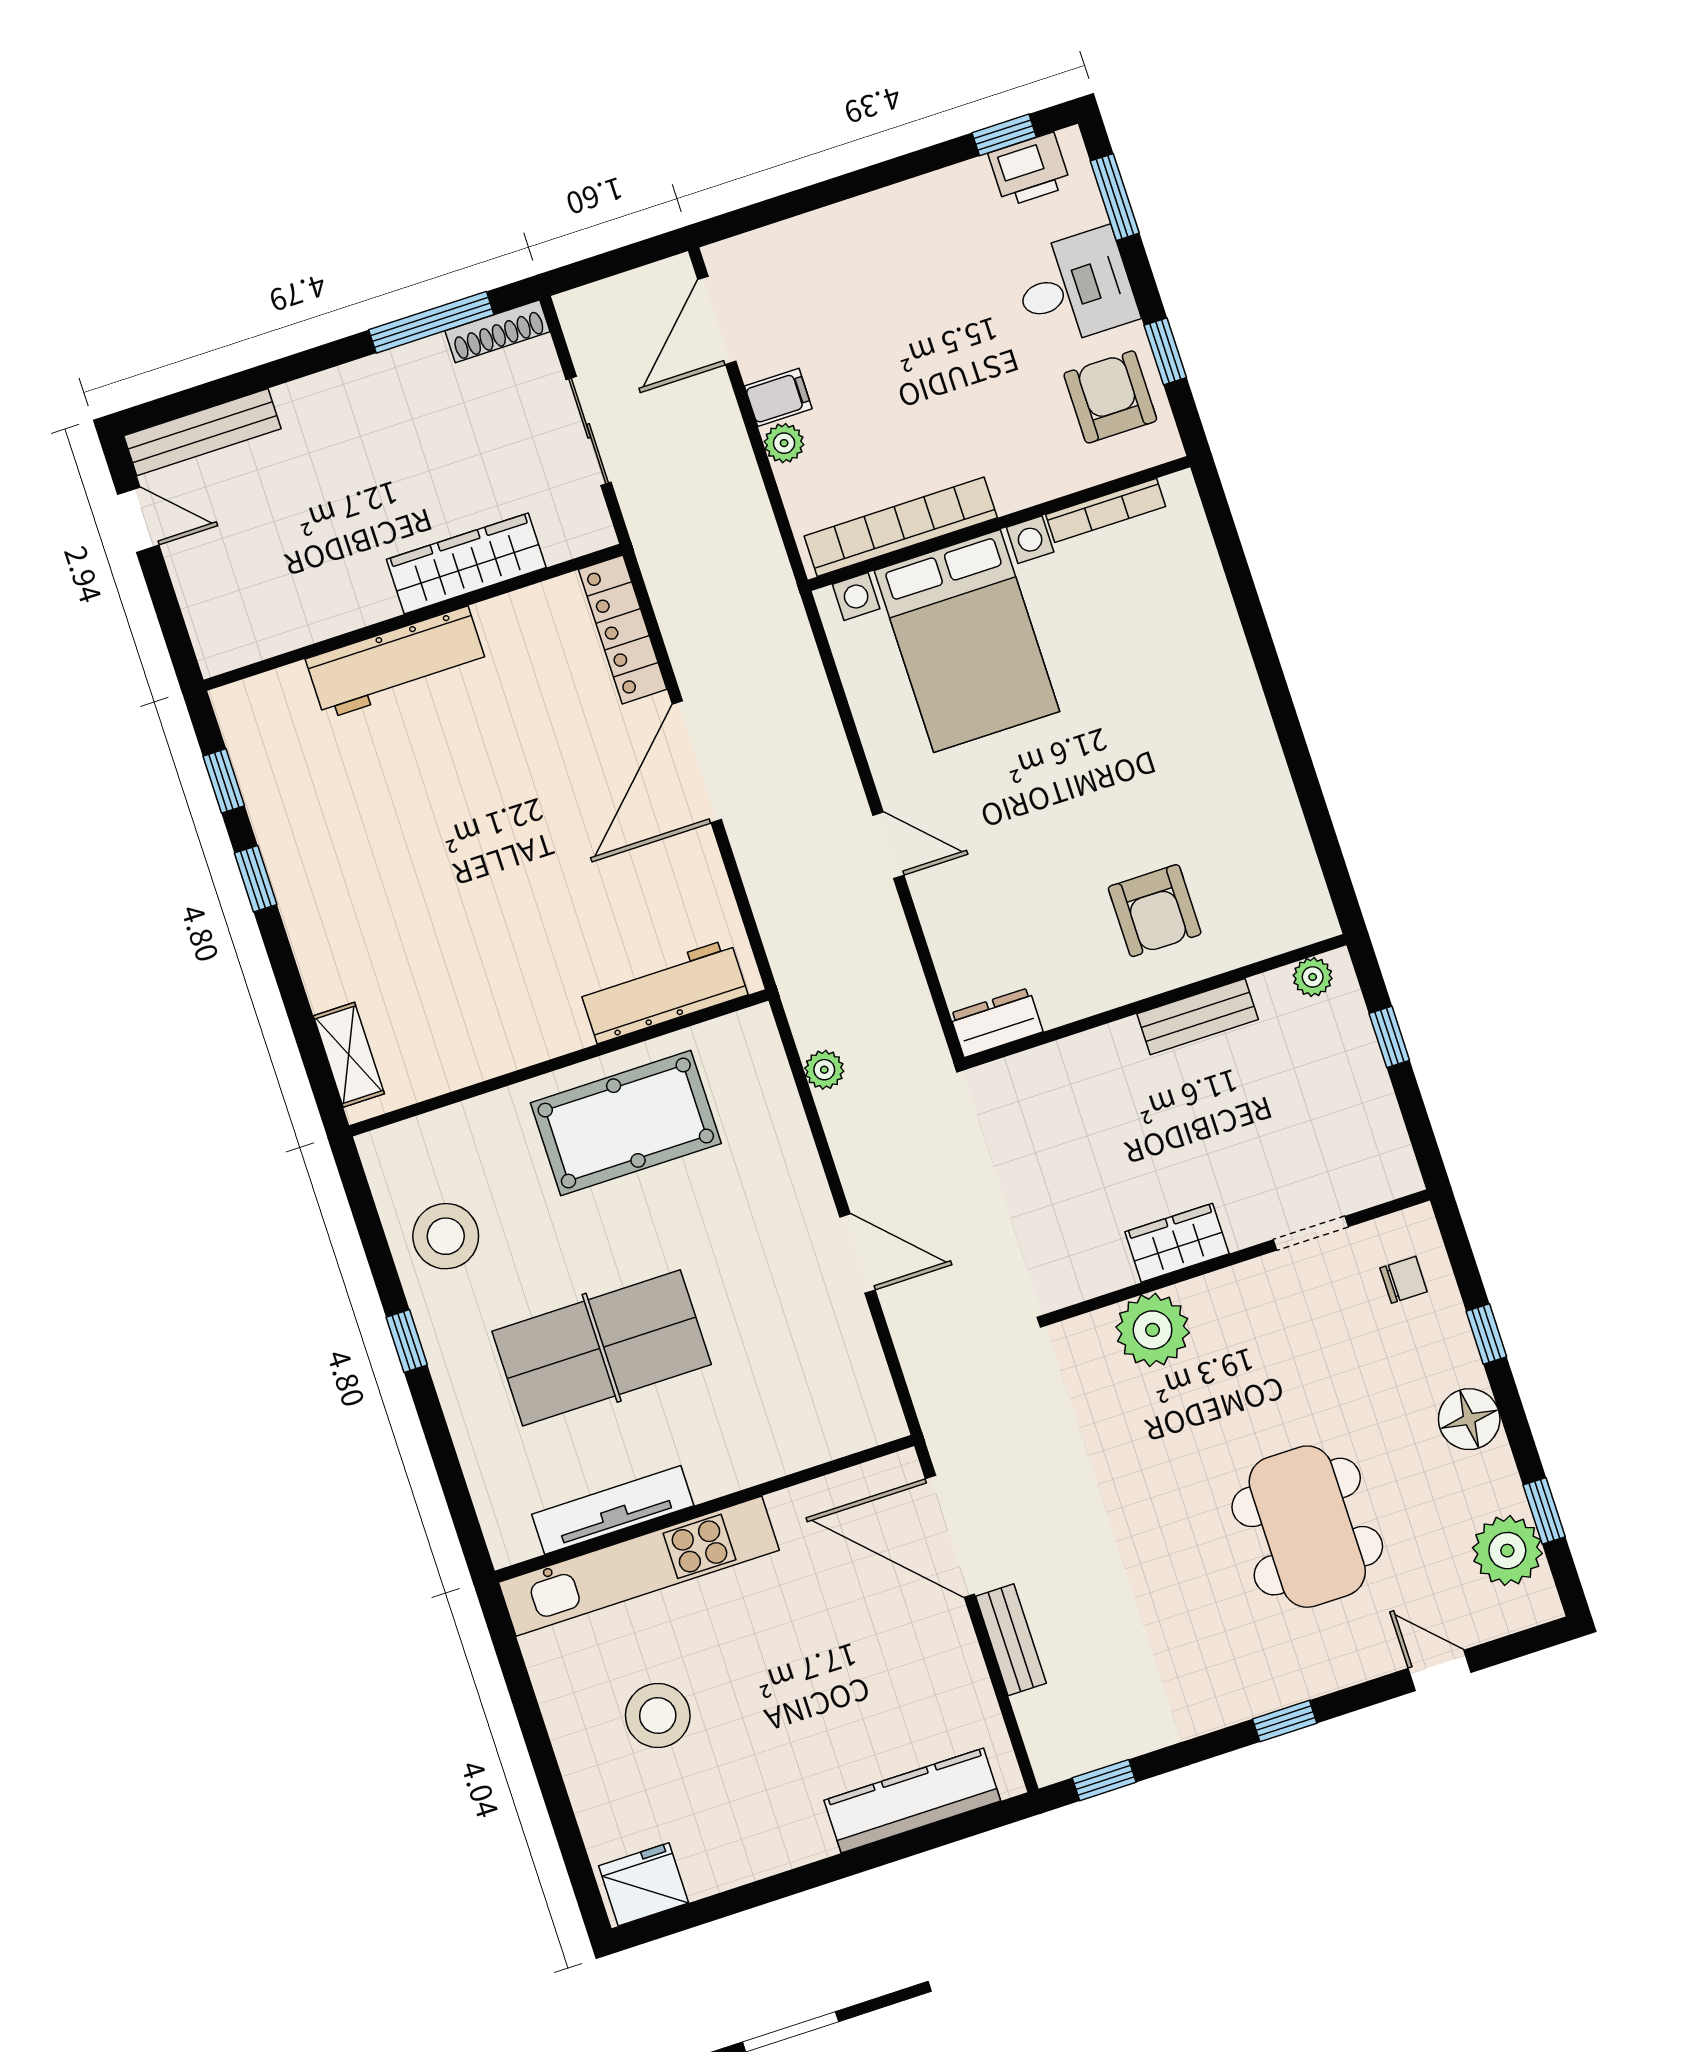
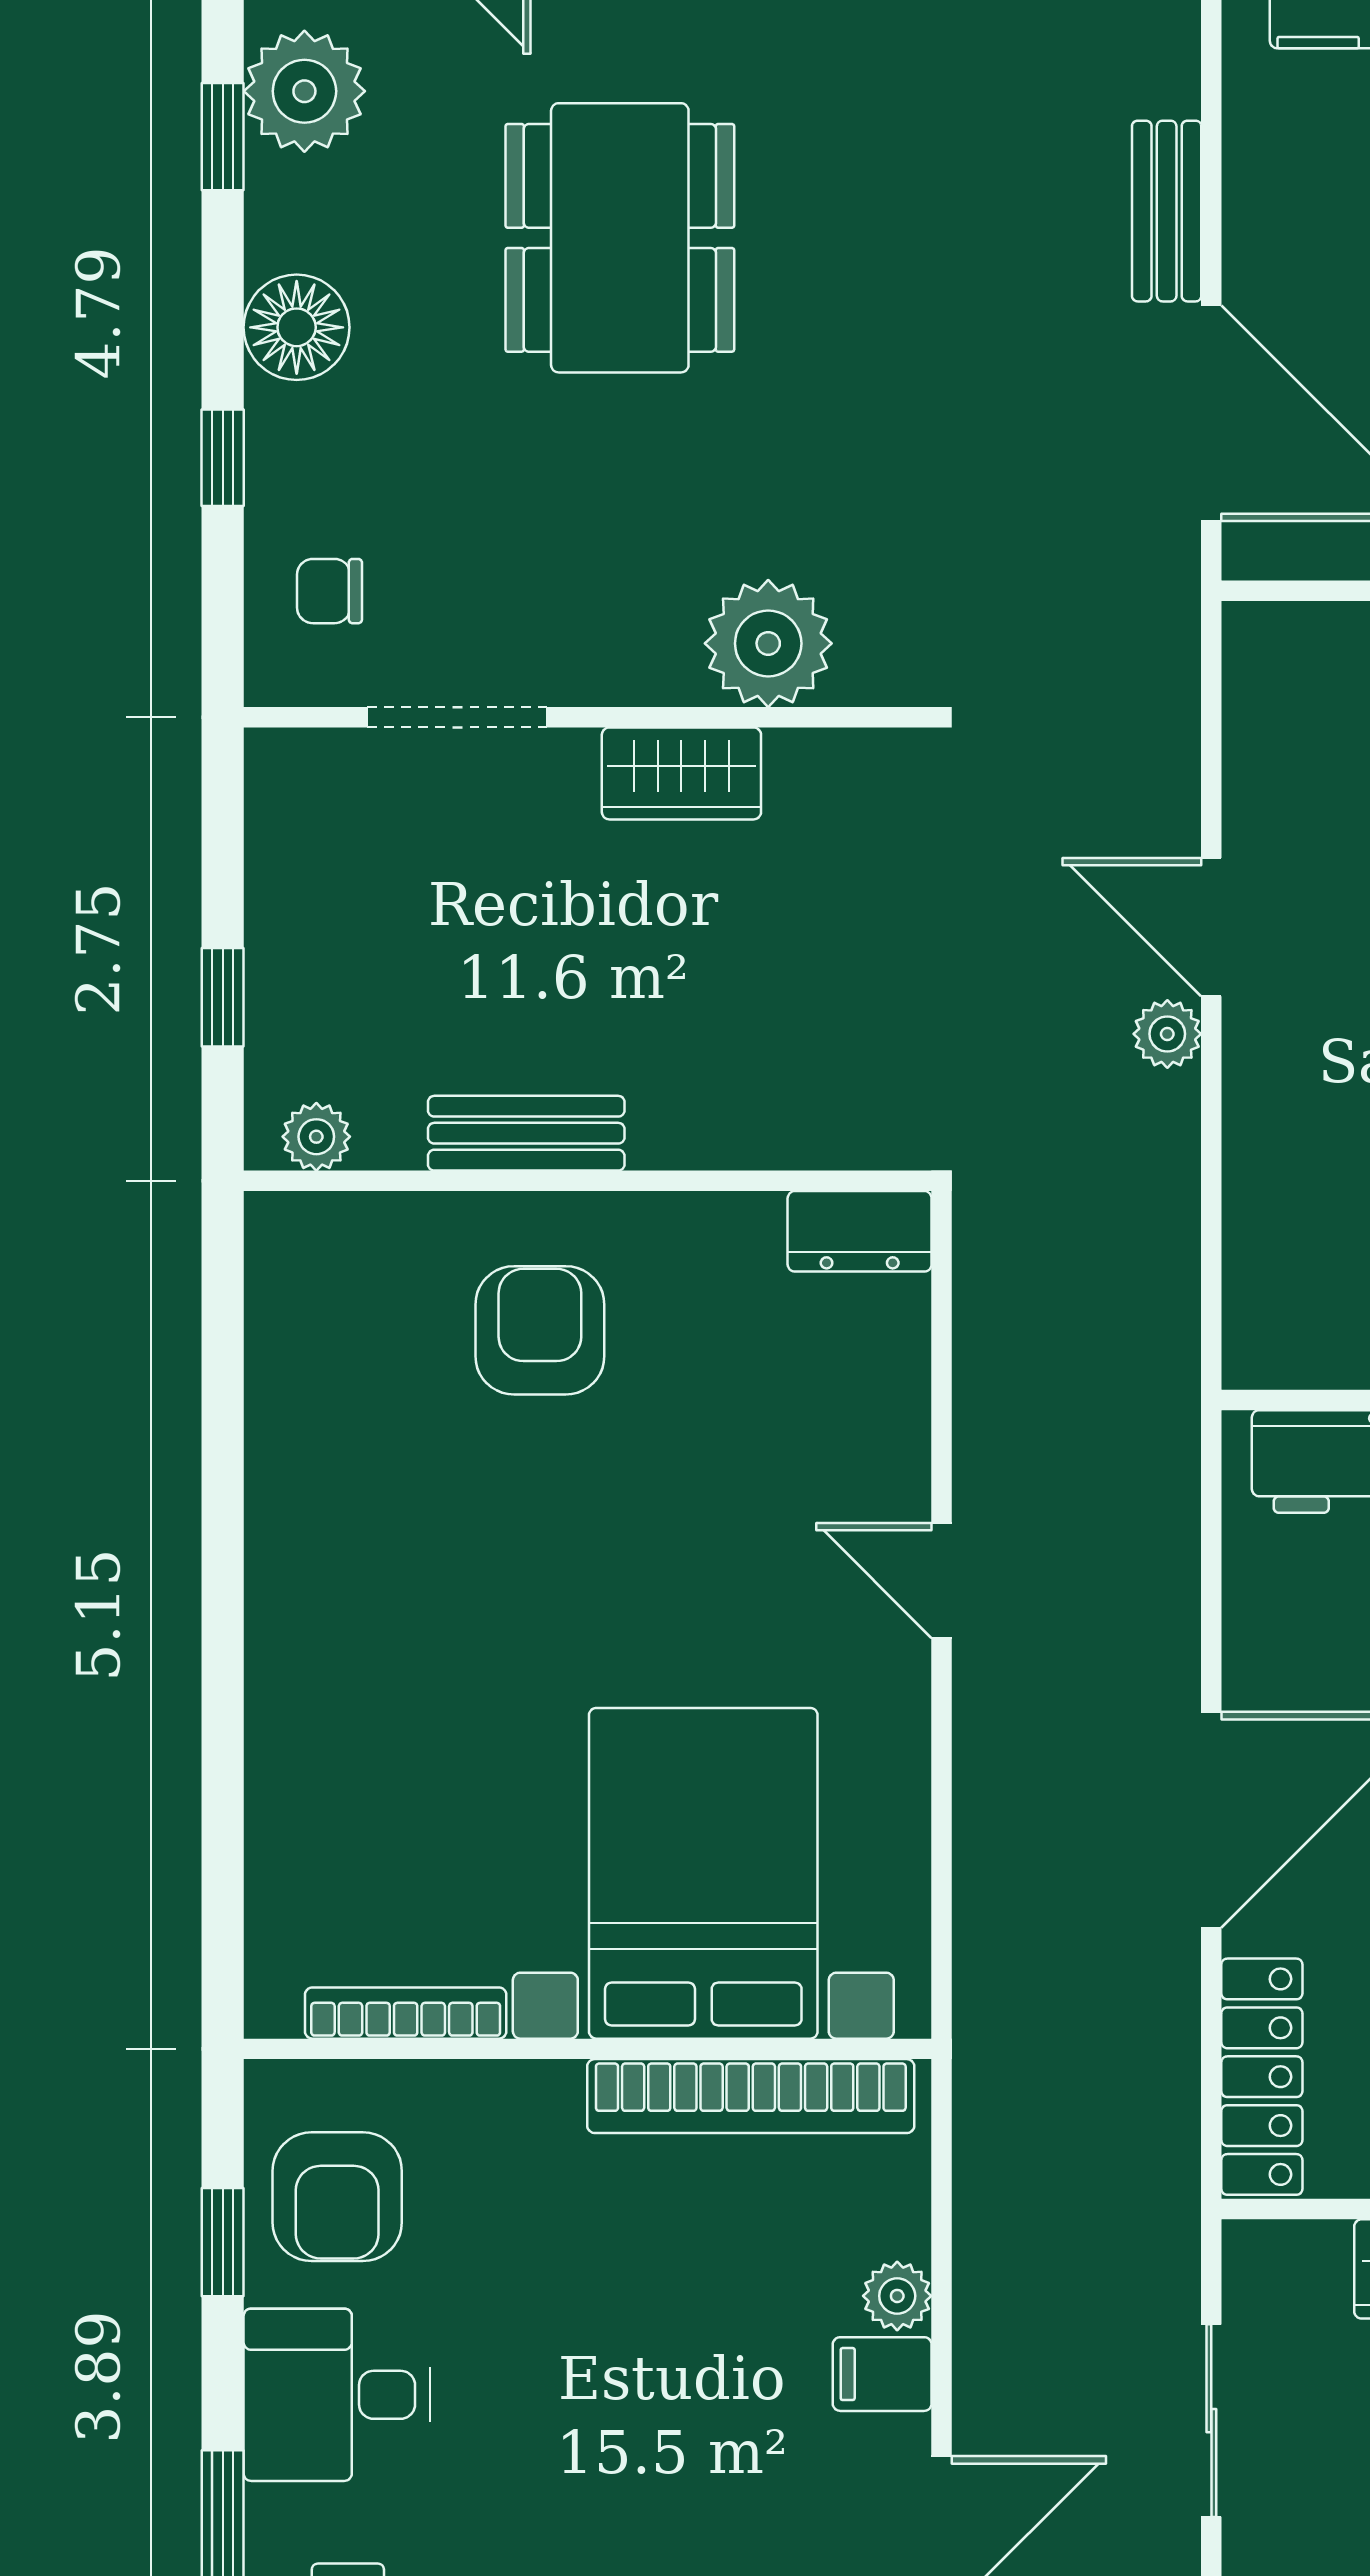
plant: (824, 1070) -> (1167, 1034), moved
doorway: (1311, 1233) -> (457, 717), width x1.38

